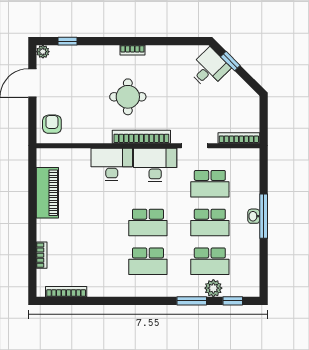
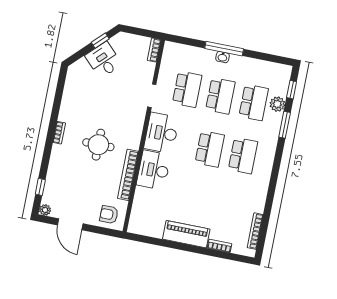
window: (230, 61) -> (100, 41), moved
desk: (209, 69) -> (103, 60), moved
bookcase: (141, 137) -> (128, 175), moved
bookcase: (239, 138) -> (154, 50), width x0.64
piano: (47, 193) -> (186, 234), moved

